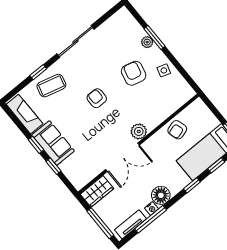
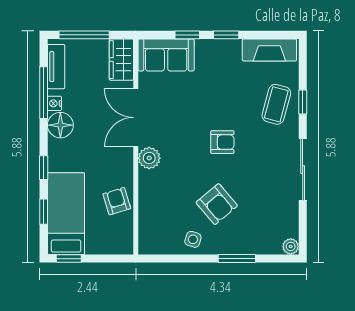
plant: (147, 42) -> (291, 246), moved
armchair: (134, 73) -> (217, 204), turned 36
sofa: (53, 143) -> (166, 55), moved

